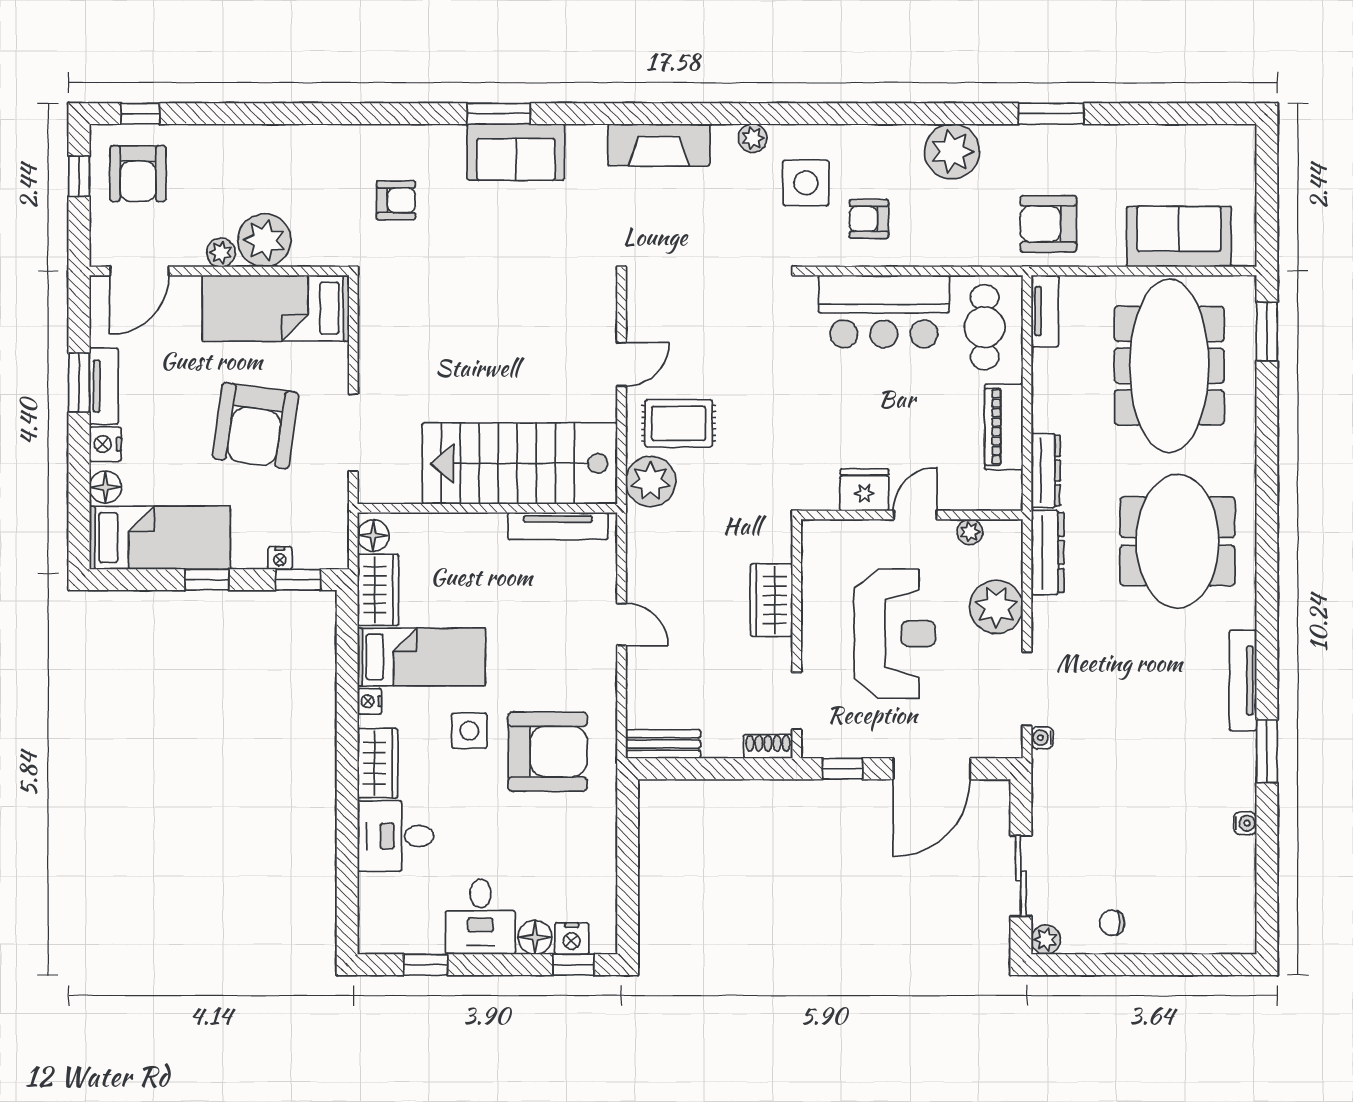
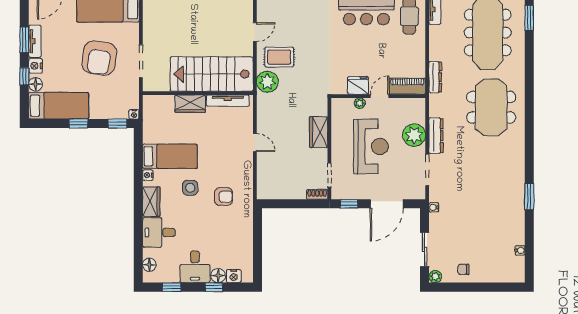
piano: (1004, 427) -> (407, 86), moved, turned 90
window: (79, 469) -> (24, 76), added
plant: (970, 532) -> (360, 103), moved
floor lamp: (373, 536) -> (149, 265), moved
dresser: (1048, 552) -> (436, 136), moved
nightstand: (280, 558) -> (134, 114), moved
wardrobe: (378, 590) -> (190, 104), moved, turned 90
tv unit: (1243, 680) -> (519, 166), removed
water cooler: (1042, 738) -> (434, 207), moved
bench: (663, 744) -> (273, 193), removed
armchair: (548, 752) -> (223, 197), width x0.53, depth x0.53
water cooler: (1245, 823) -> (520, 250), moved
window: (574, 965) -> (214, 287), moved

